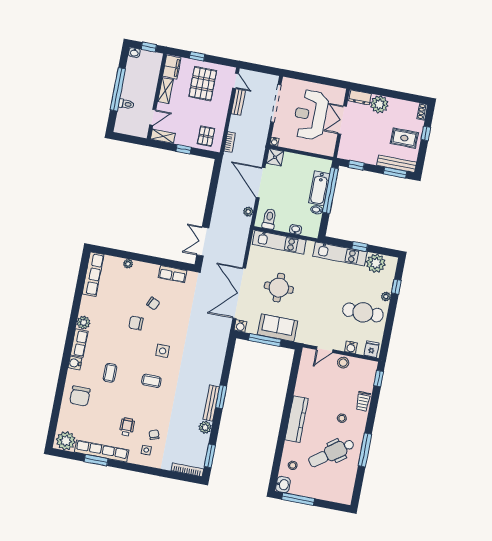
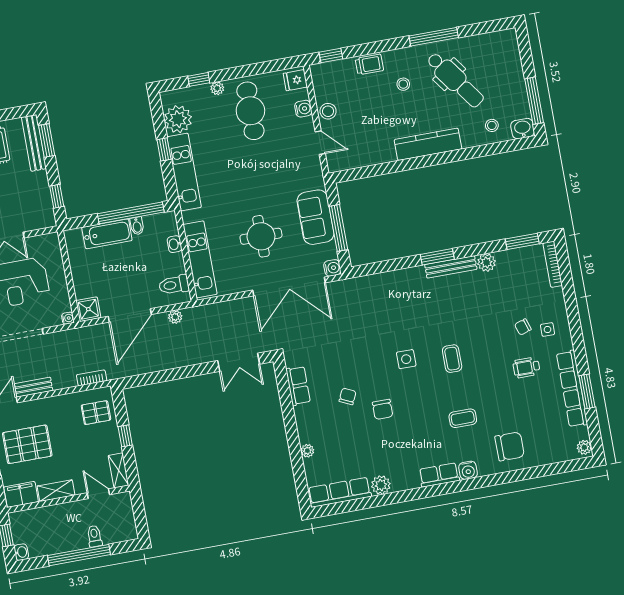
window: (330, 190) -> (131, 213), moved
plant: (83, 322) -> (381, 485), moved
plant: (66, 441) -> (584, 447), width x0.53, depth x0.53

